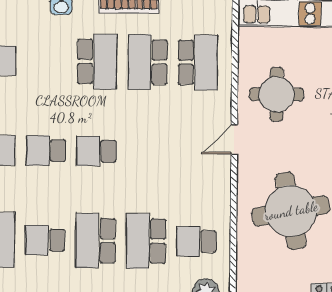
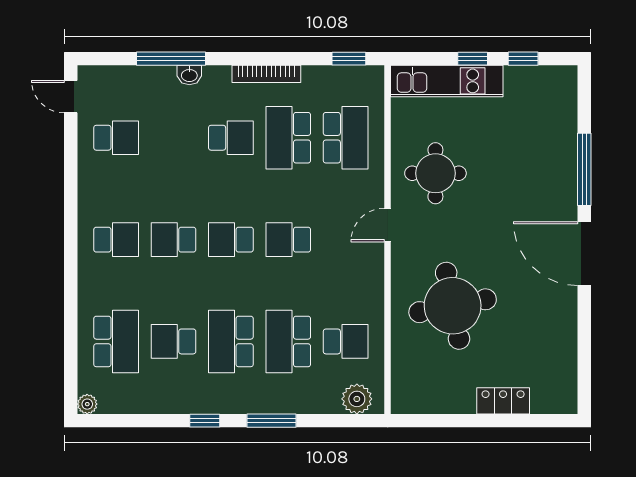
school desk: (97, 62) -> (231, 138), width x0.54
school desk: (147, 151) -> (288, 240), added
school desk: (196, 241) -> (346, 341), turned 180

